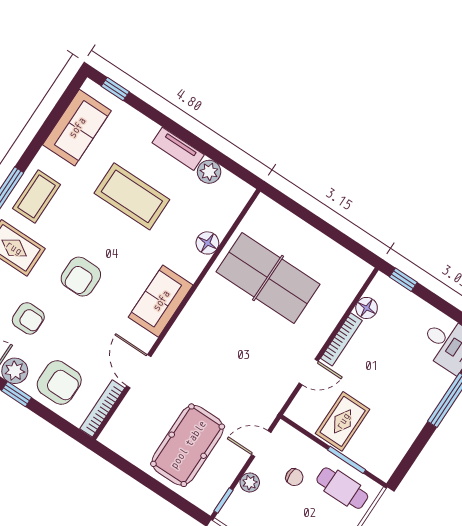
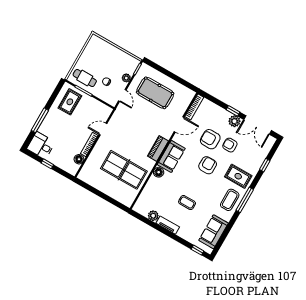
coffee table: (132, 196) -> (187, 203), width x0.54, depth x0.58
floor lamp: (207, 243) -> (159, 172), moved
window: (403, 280) -> (47, 164), moved
piano: (189, 321) -> (158, 149), added
door: (139, 371) -> (179, 125), hinge flipped
armchair: (59, 383) -> (210, 139), moved
rug: (343, 421) -> (70, 102), moved
door: (261, 444) -> (122, 96), hinge flipped
pool table: (188, 445) -> (155, 93), turned 90

